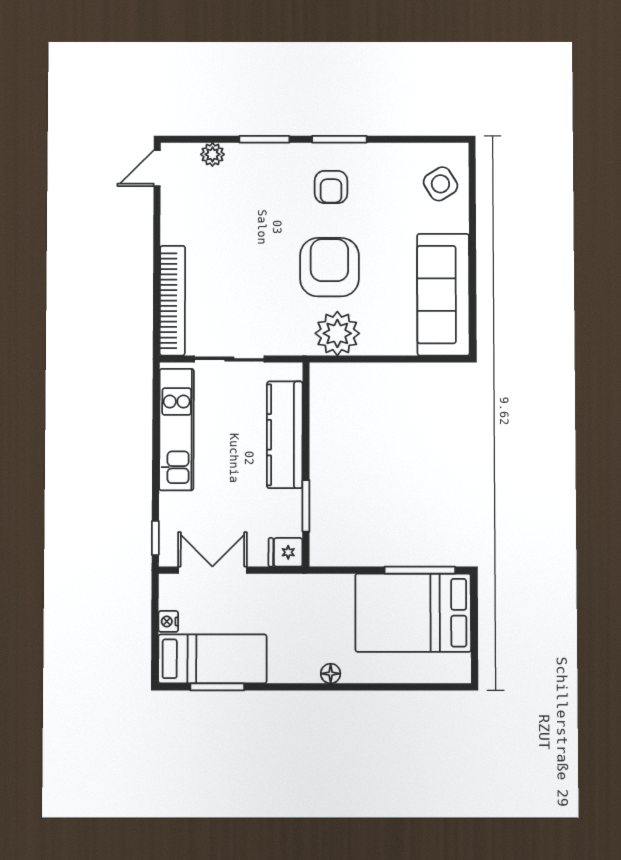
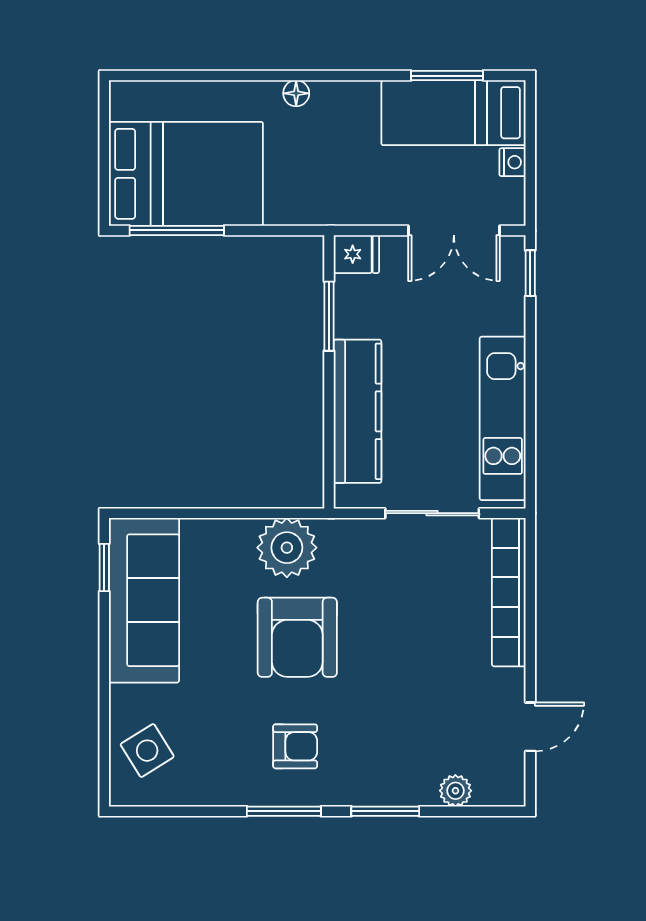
door: (157, 168) -> (530, 727), moved
armchair: (331, 187) -> (295, 746), turned 90
window: (473, 319) -> (104, 567), added

